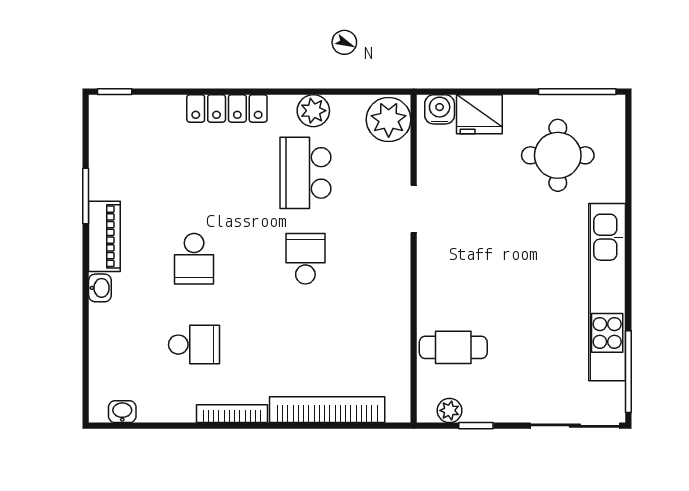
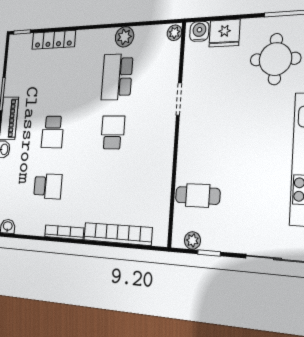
locker: (227, 108) -> (54, 40), moved
plant: (389, 120) -> (174, 33), width x0.53, depth x0.53

